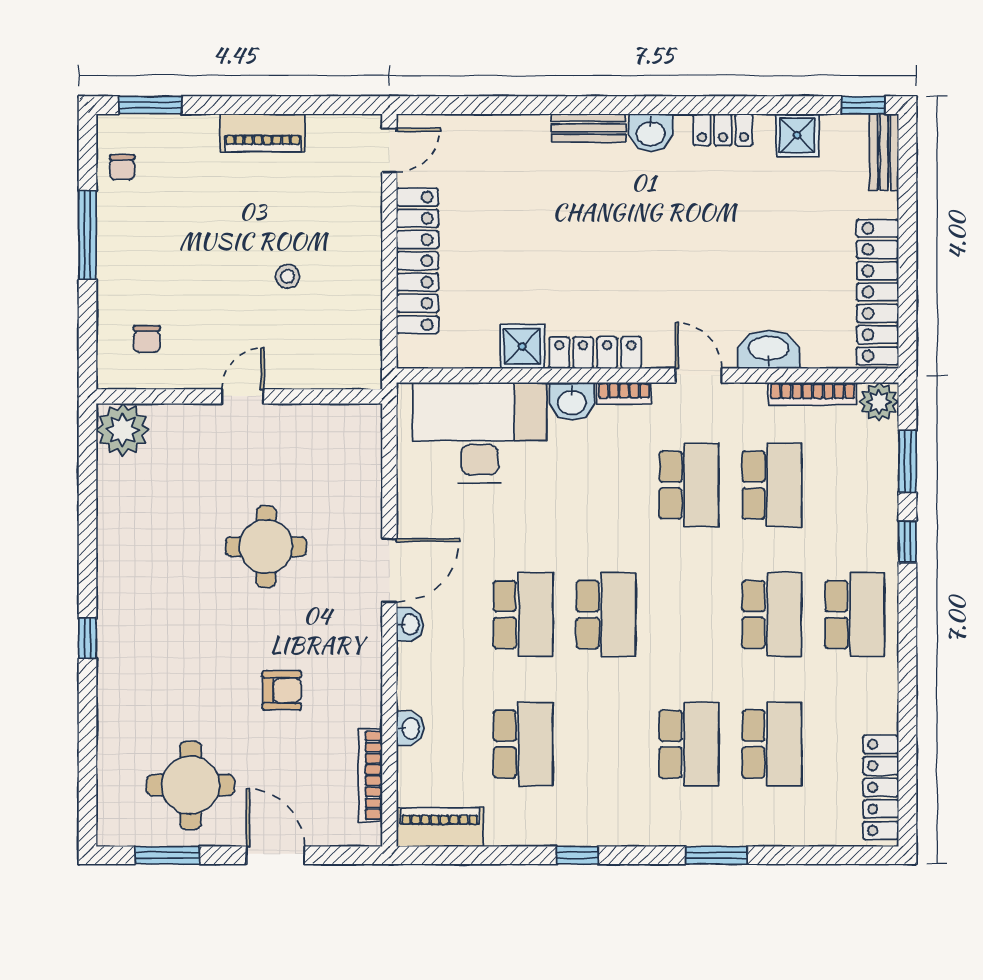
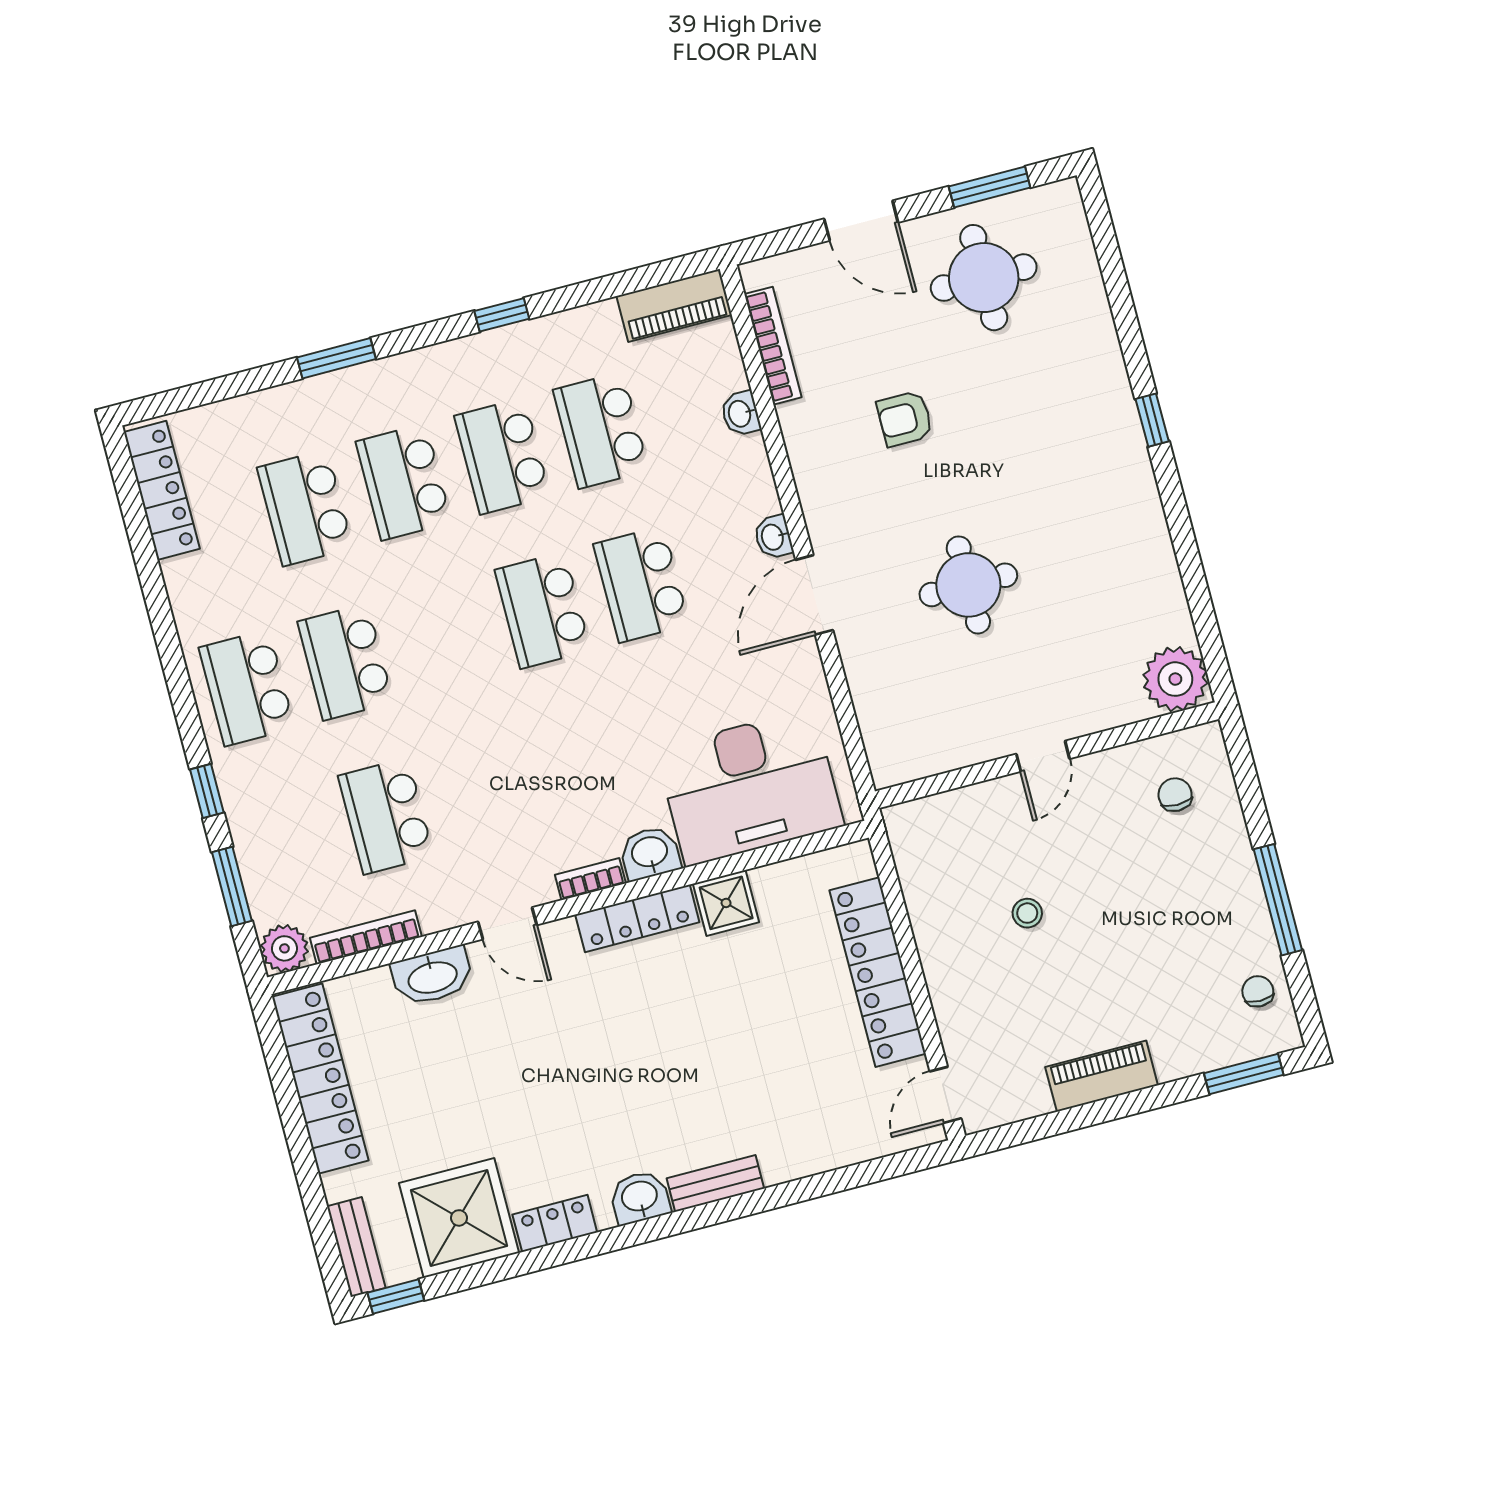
shower: (797, 135) -> (459, 1218), width x1.86, depth x1.86
school desk: (689, 485) -> (502, 456), moved

